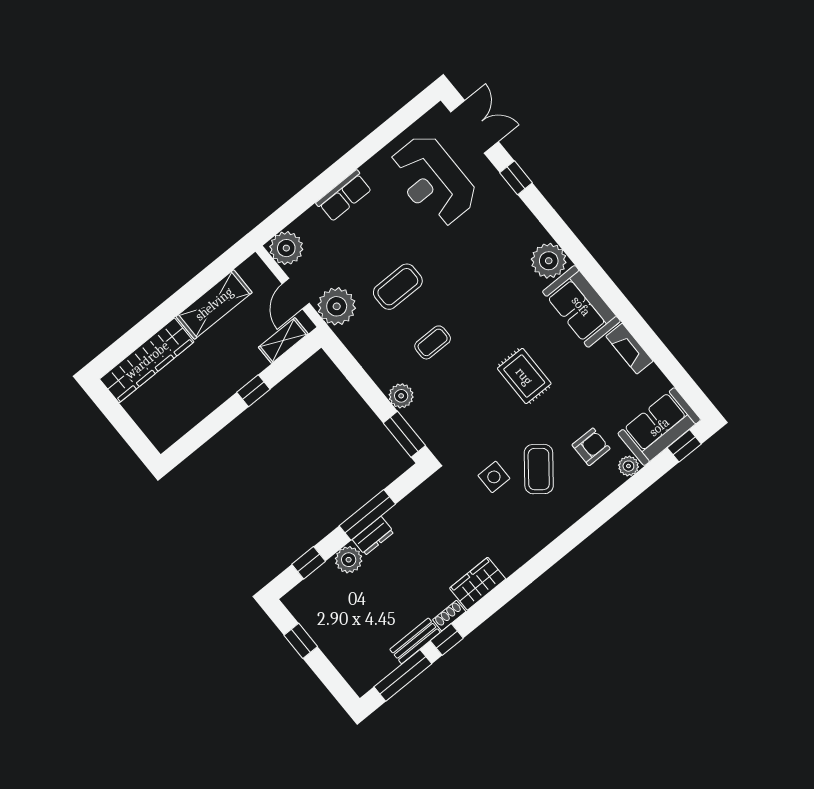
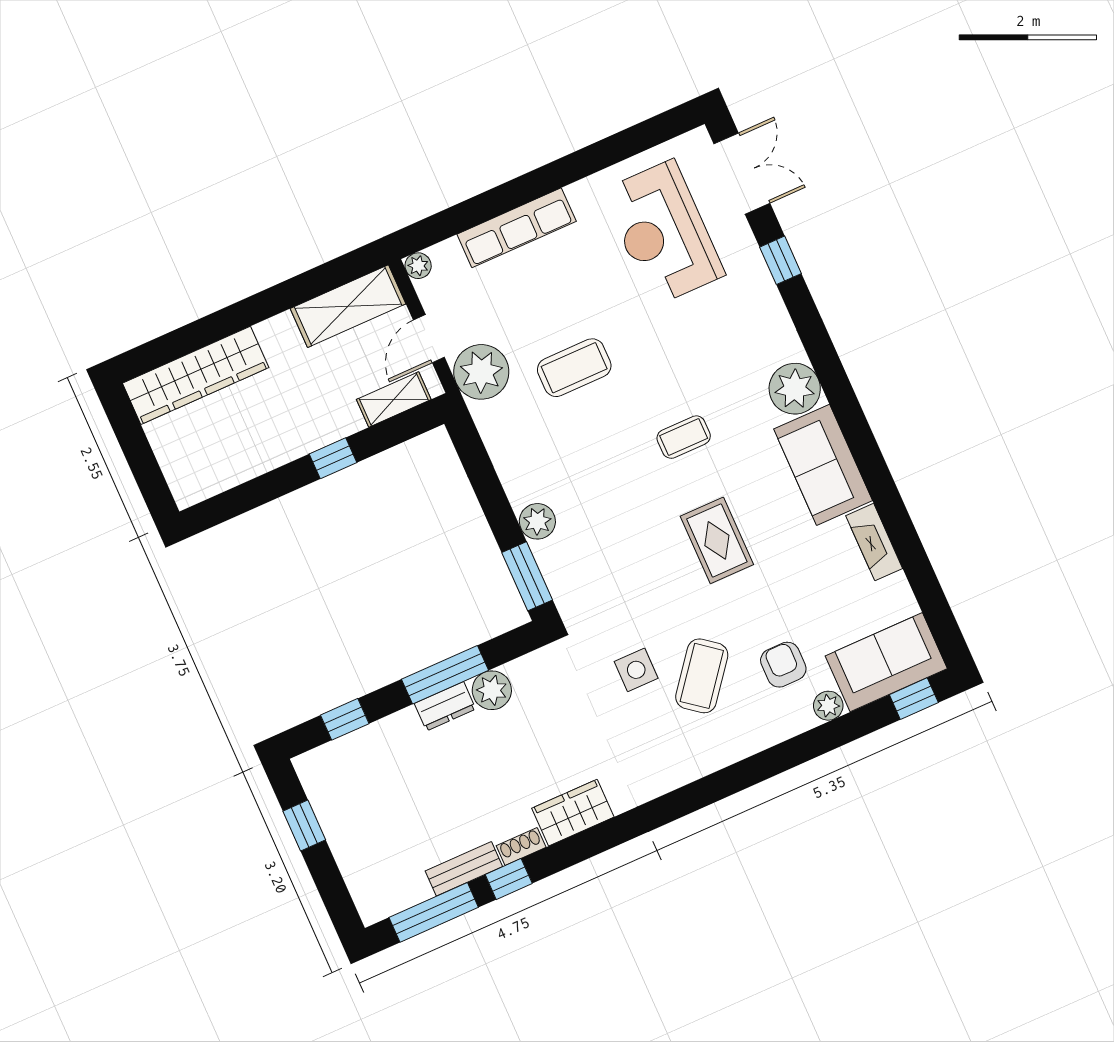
row of seats: (344, 196) -> (517, 228), width x1.48
plant: (286, 248) -> (418, 266), width x0.53, depth x0.53
shelving: (214, 304) -> (348, 306), moved
coffee table: (433, 342) -> (684, 437), moved
armchair: (591, 447) -> (783, 665), turned -90
plant: (349, 560) -> (492, 690), moved

